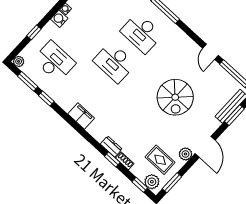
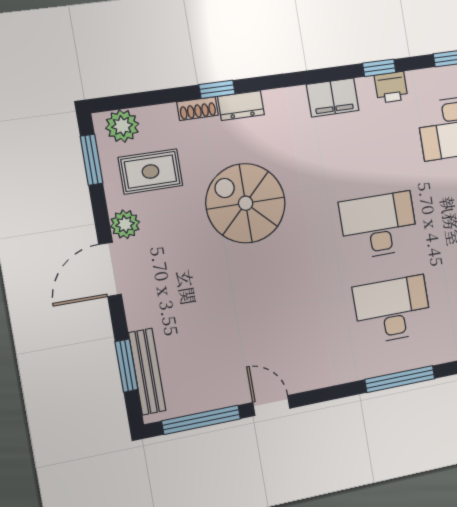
printer: (59, 97) -> (391, 87), added
spiral stairs: (175, 97) -> (246, 203), moved
window: (46, 98) -> (379, 68), moved
door: (205, 147) -> (110, 269), hinge flipped
window: (140, 185) -> (134, 100), removed

